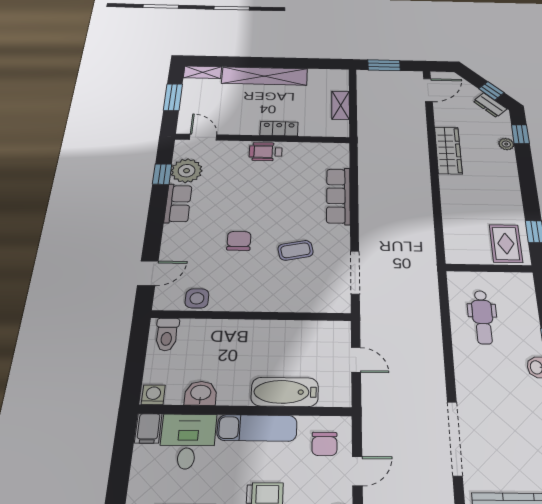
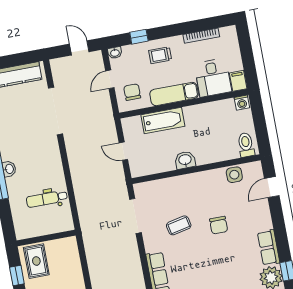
dental chair: (483, 317) -> (47, 199), turned -90
washbasin: (201, 393) -> (185, 160), moved, turned 180

